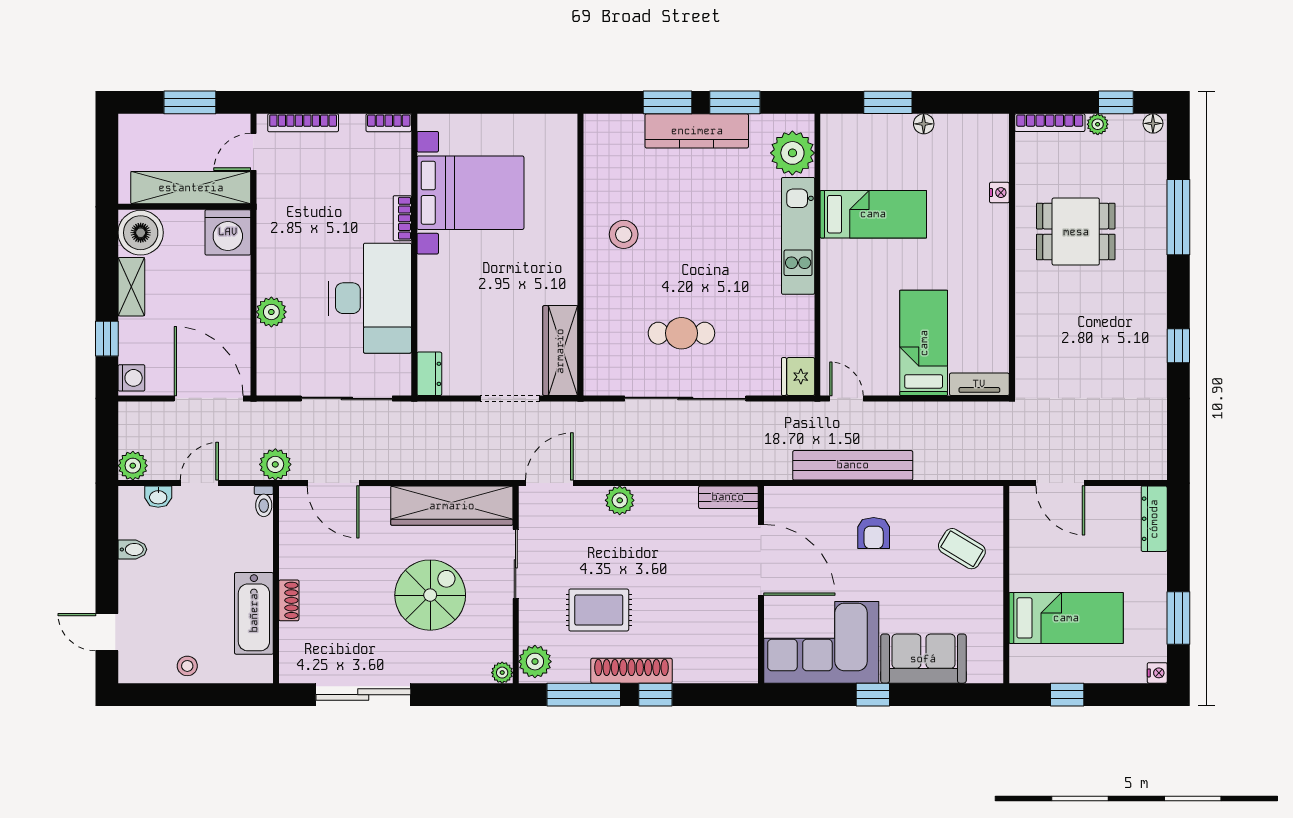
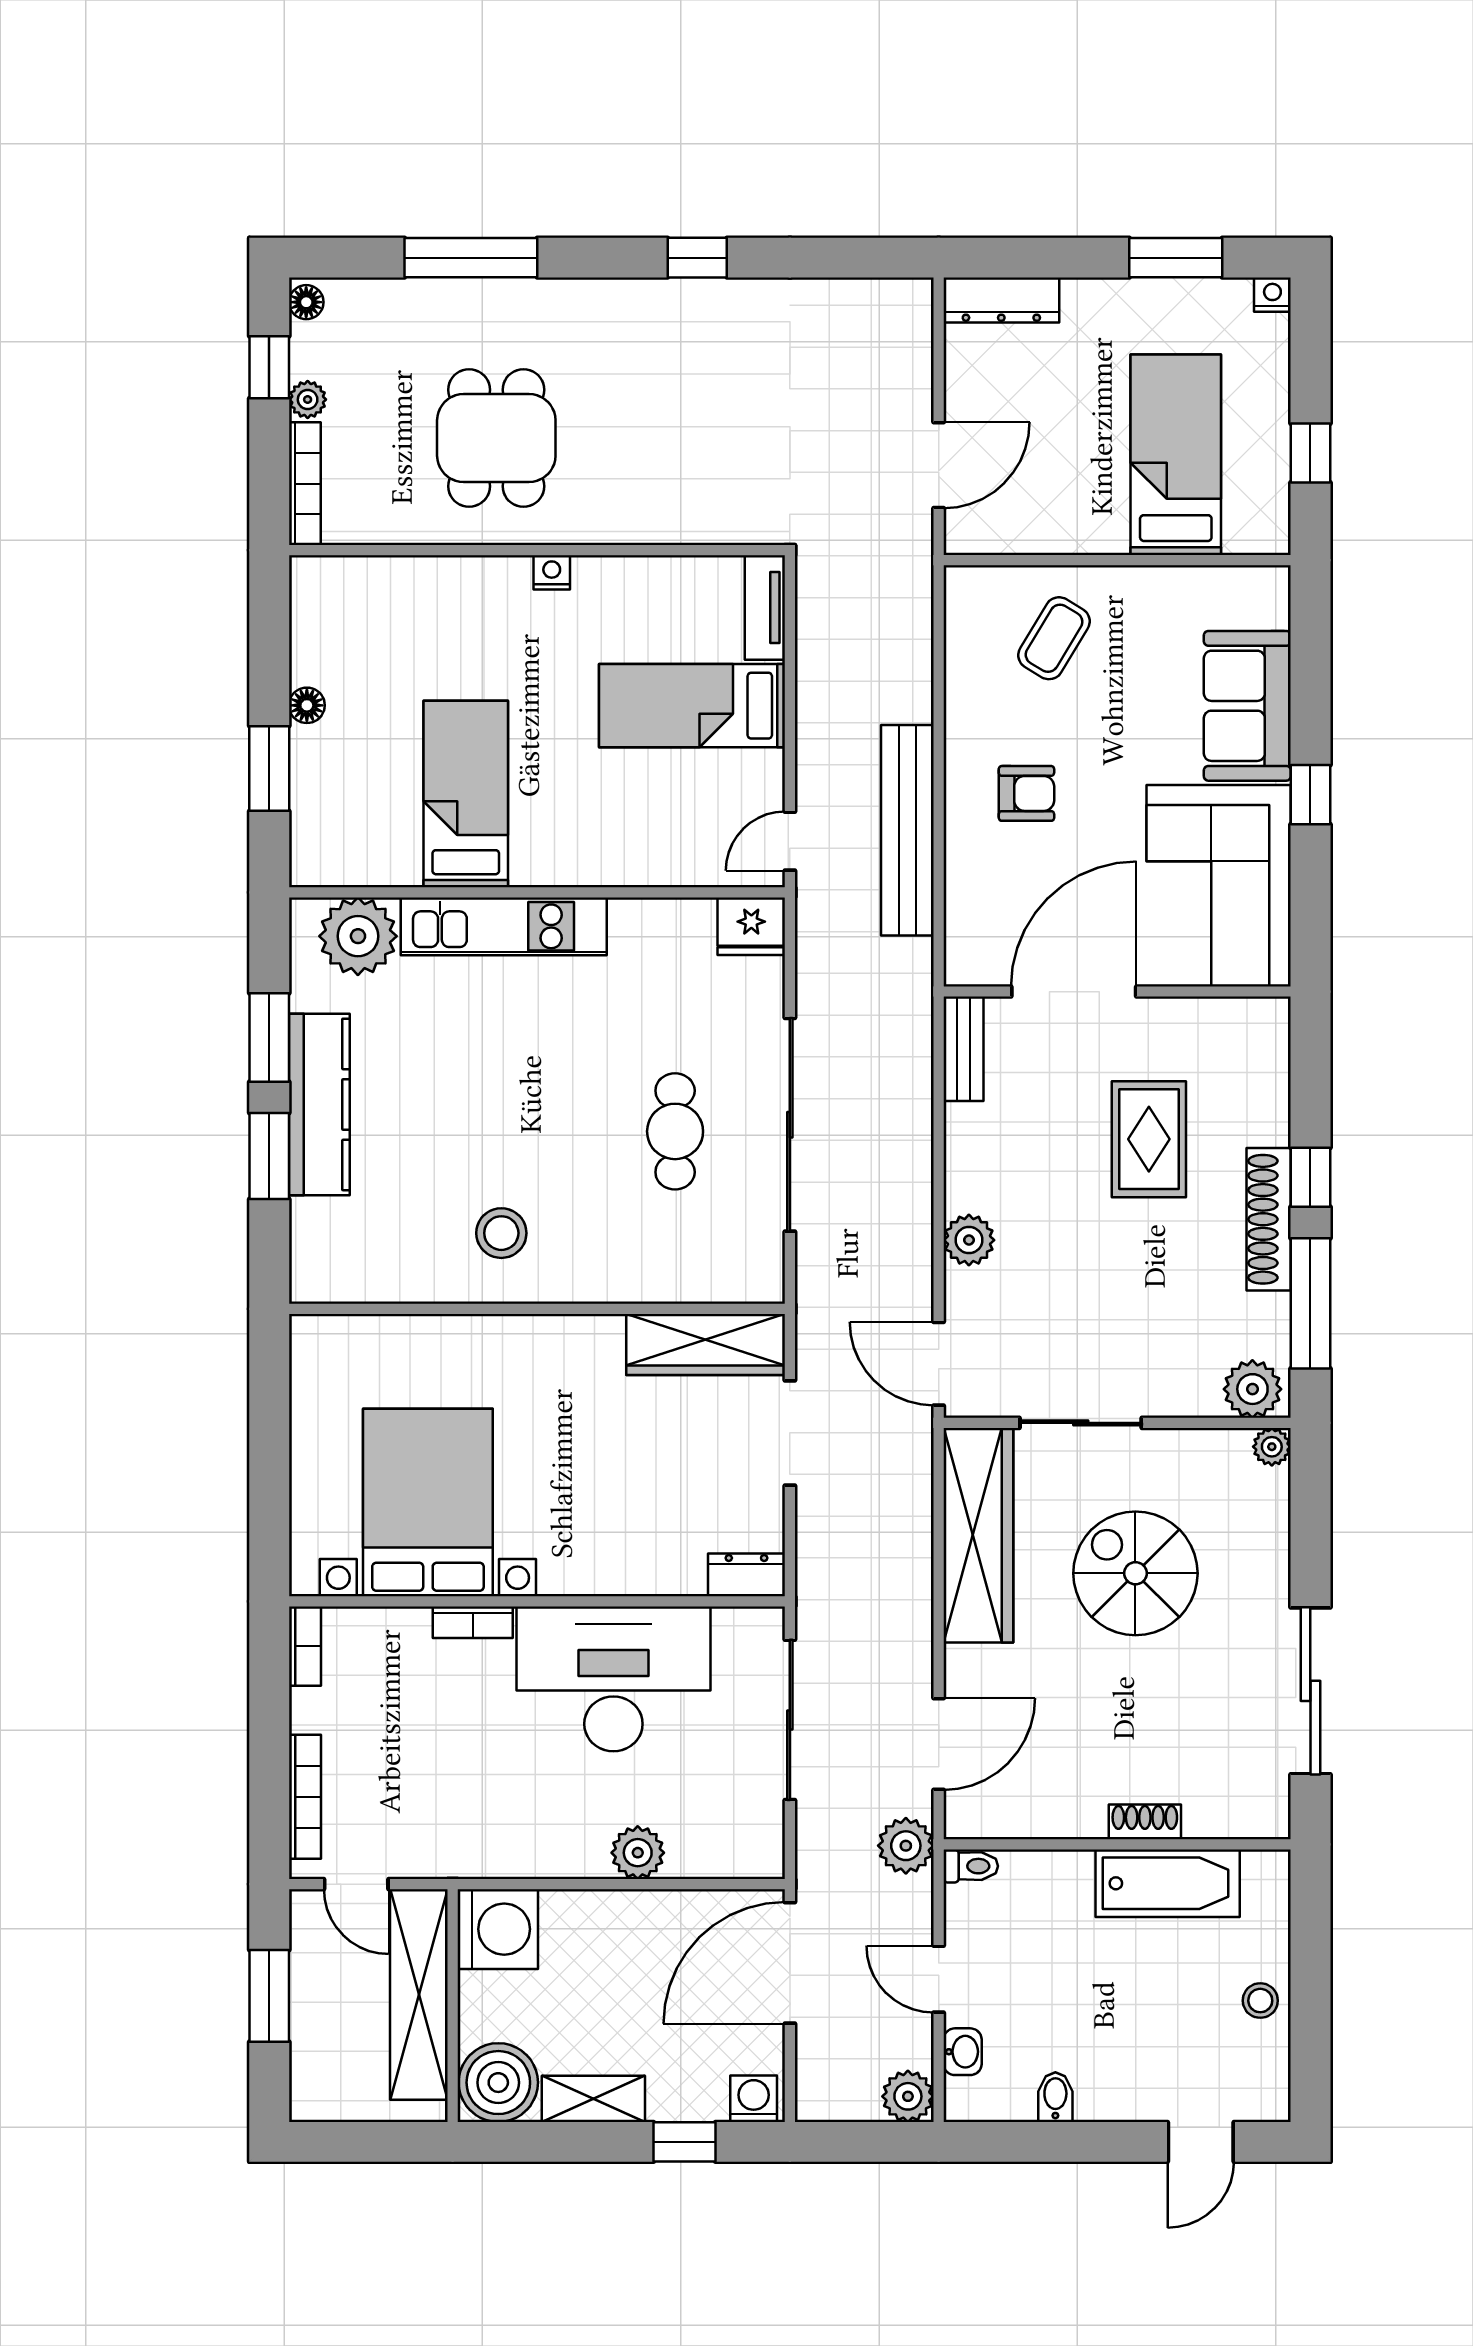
nightstand: (999, 193) -> (552, 572), moved
rug: (599, 610) -> (1149, 1139), moved

